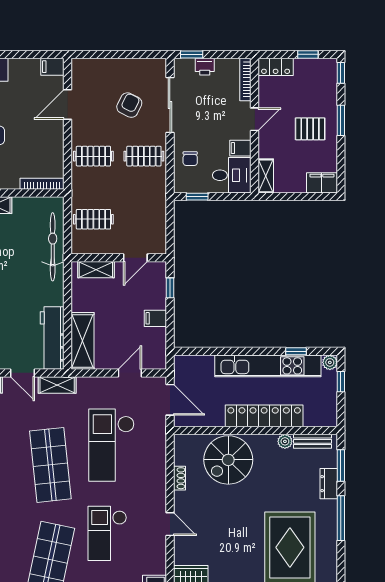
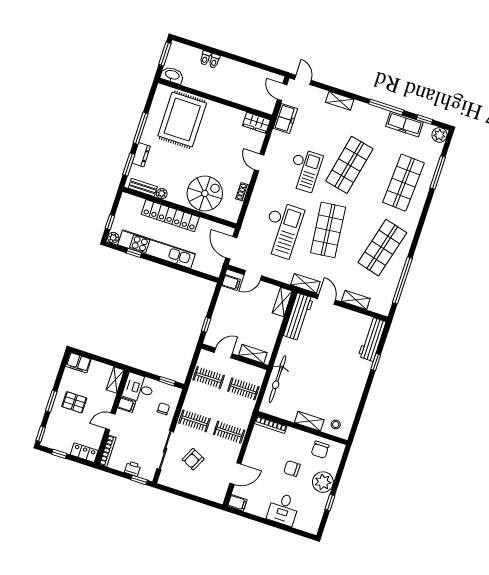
clothes rail: (144, 219) -> (209, 378), added
filing cabinet: (155, 318) -> (231, 283), moved
shelving: (82, 341) -> (282, 302), width x0.67, depth x0.75

